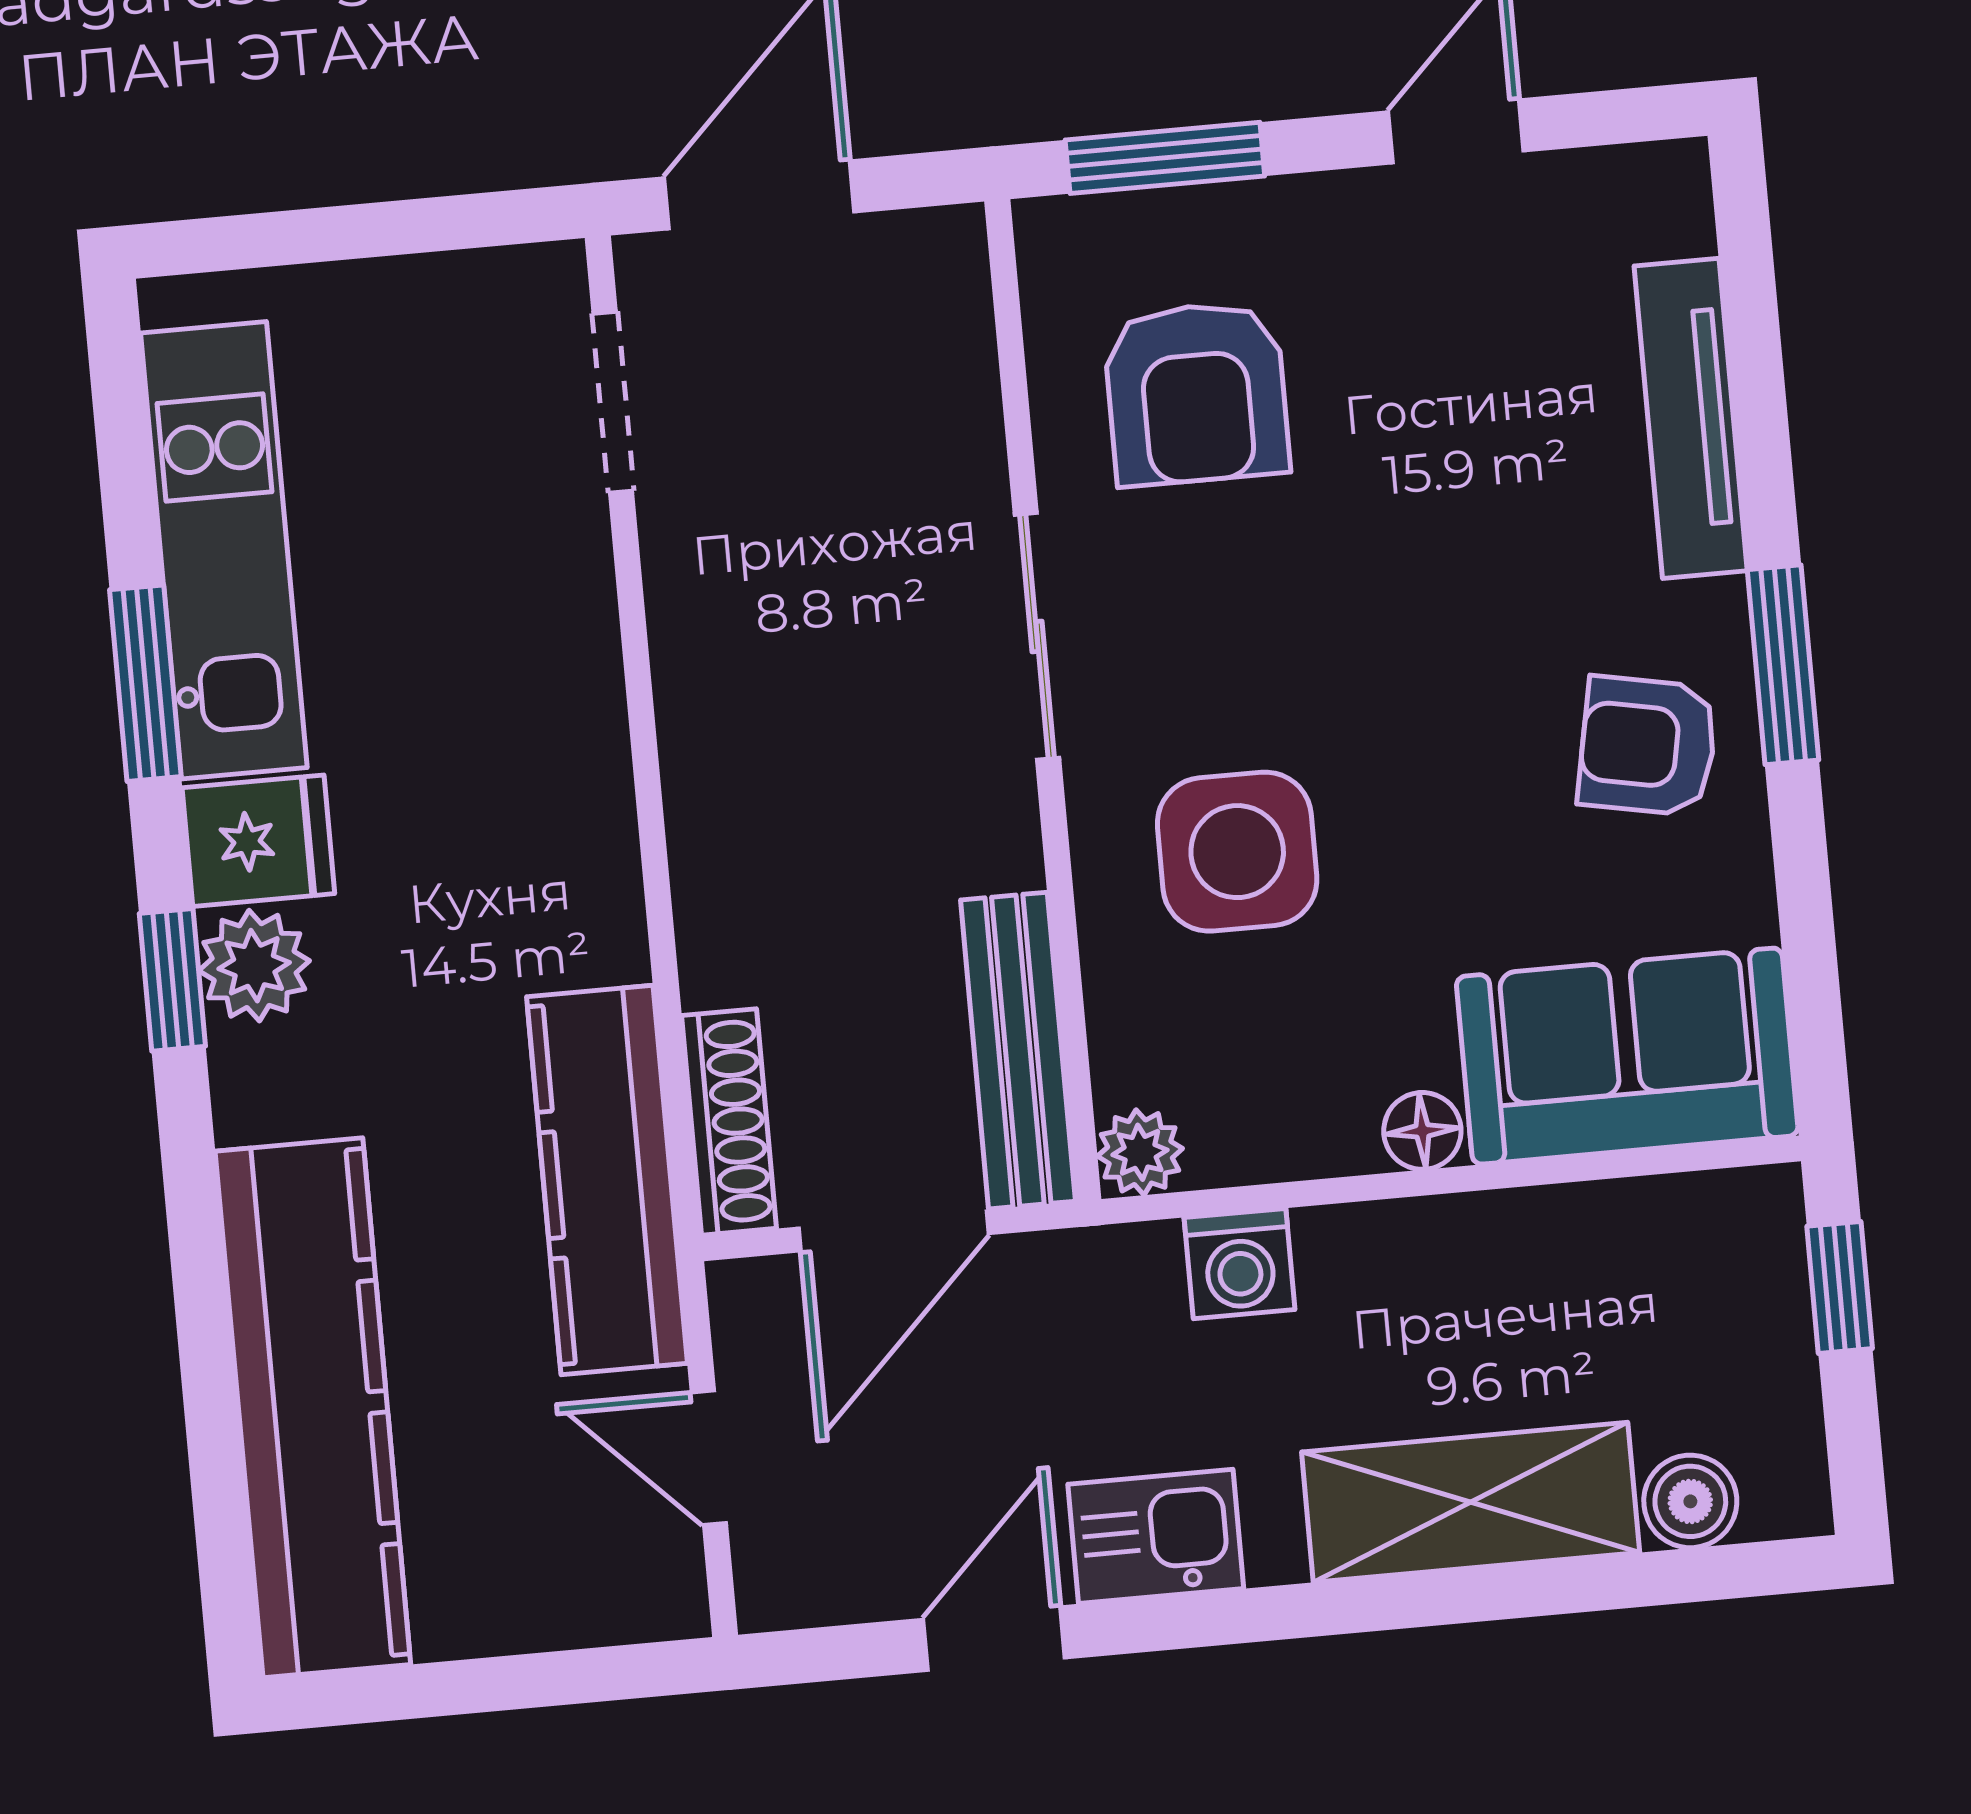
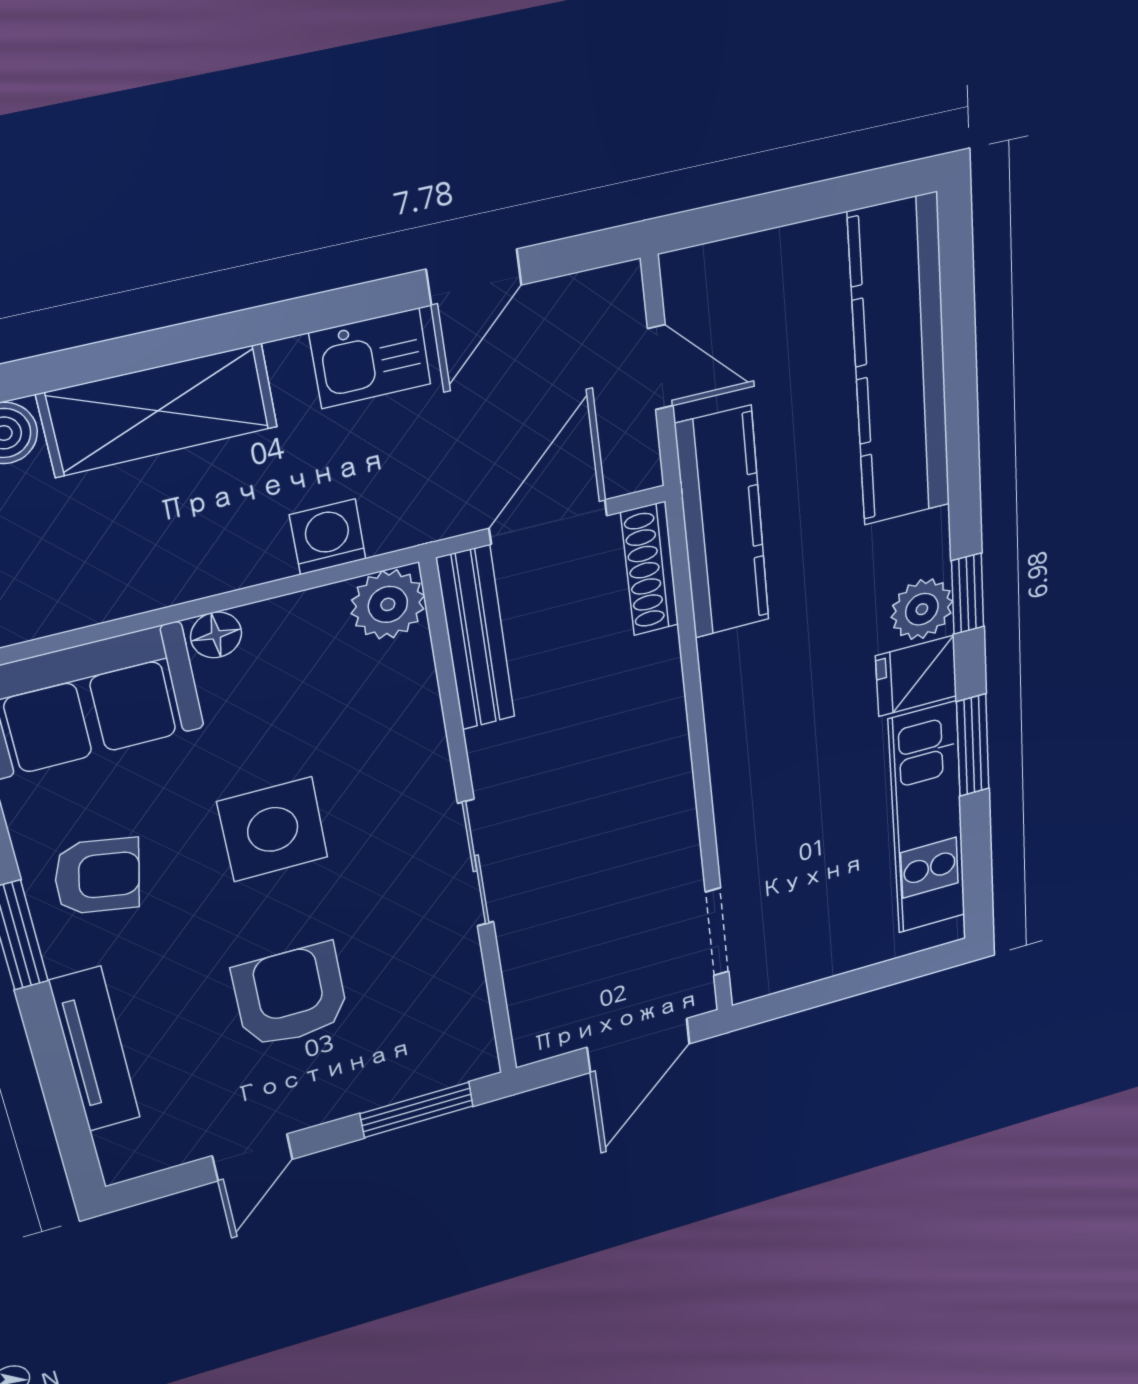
armchair: (1196, 393) -> (290, 996), moved
side table: (1237, 852) -> (273, 829), moved
plant: (1140, 1152) -> (388, 604), width x1.38, depth x1.38

